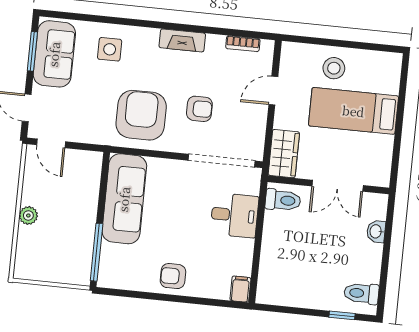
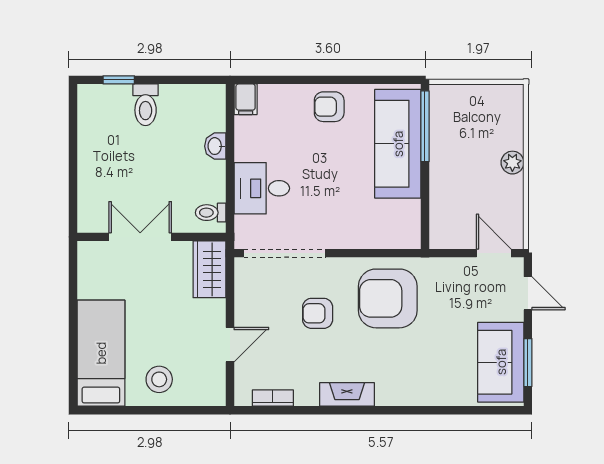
side table: (110, 49) -> (434, 375), removed
bed: (353, 111) -> (101, 353), moved, turned -90
armchair: (141, 115) -> (388, 298), turned 90
sofa: (124, 199) -> (398, 144), moved
toilet: (283, 200) -> (211, 213), width x0.73, depth x0.72
washbasin: (376, 231) -> (215, 146), moved, turned 180
armchair: (173, 276) -> (329, 107), turned 180
toilet: (361, 293) -> (146, 105), moved, turned 90

